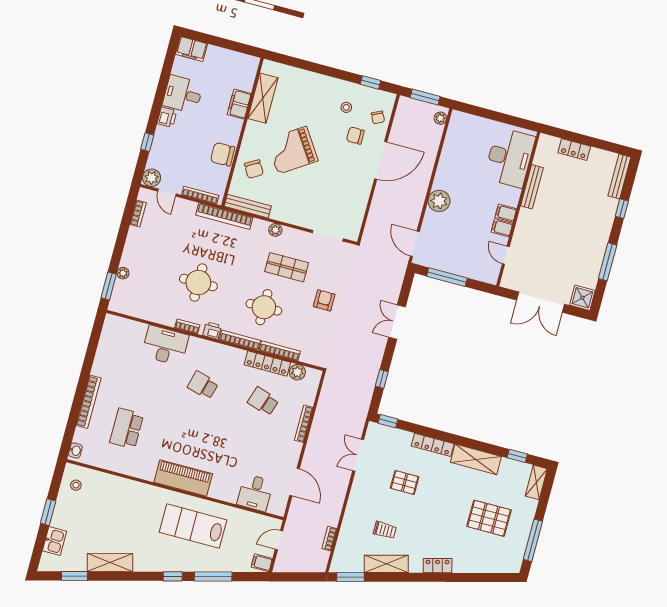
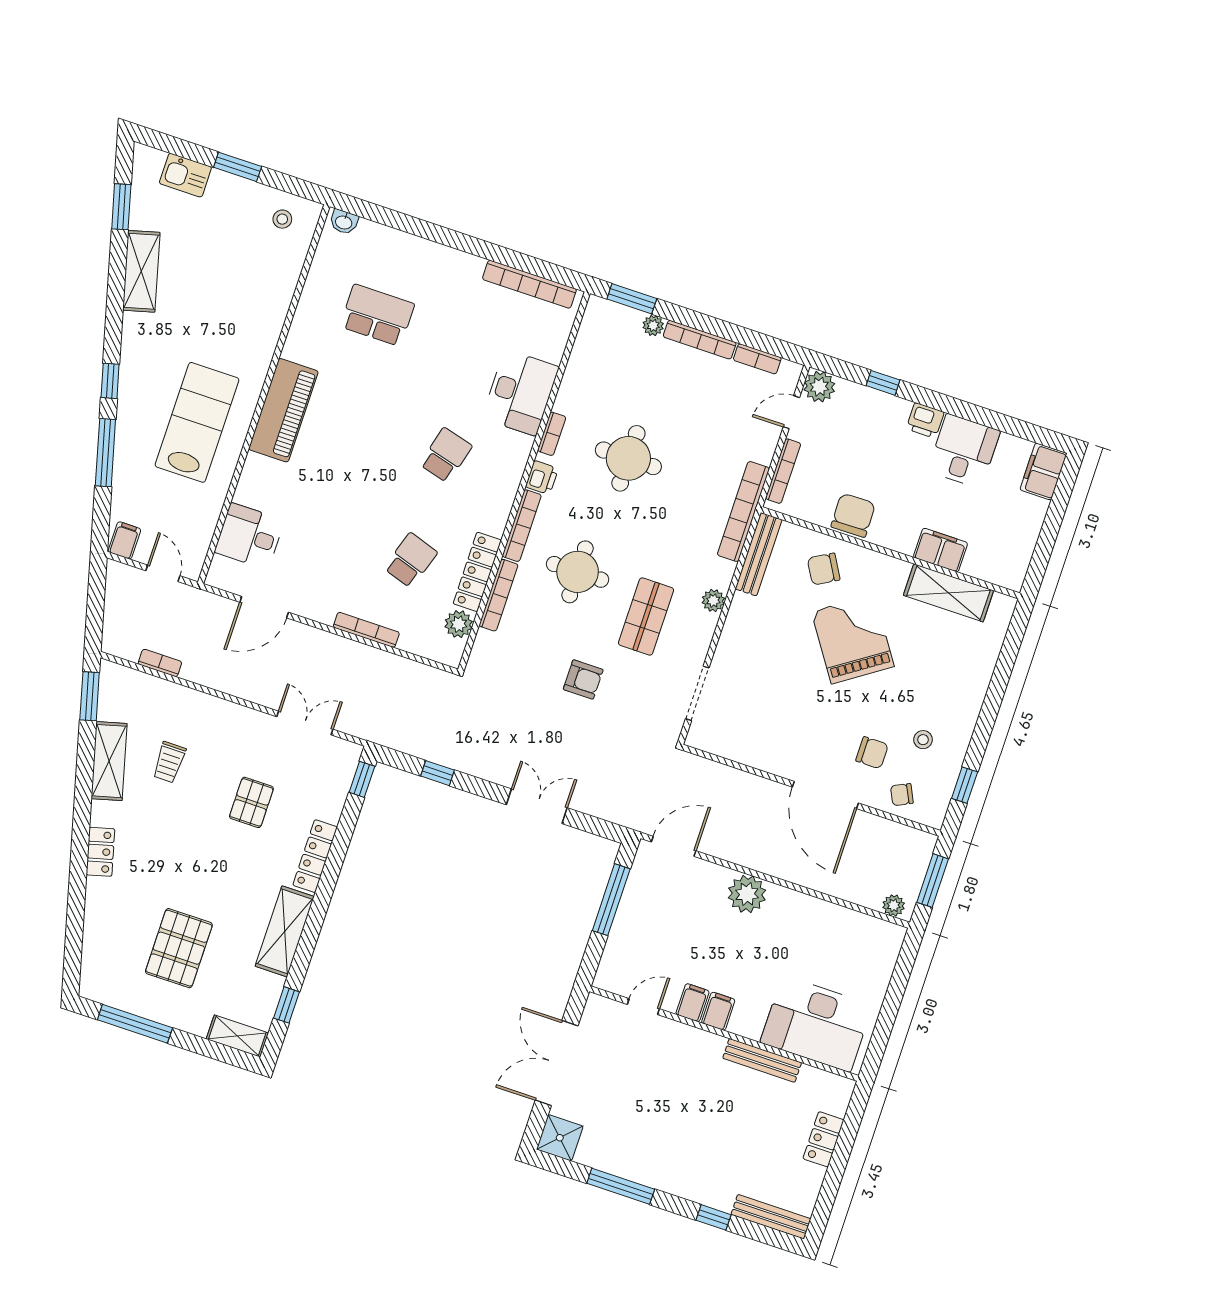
chair: (355, 136) -> (872, 753), turned 90
bookcase: (129, 247) -> (700, 340), added
bookcase: (89, 402) -> (529, 284), moved

